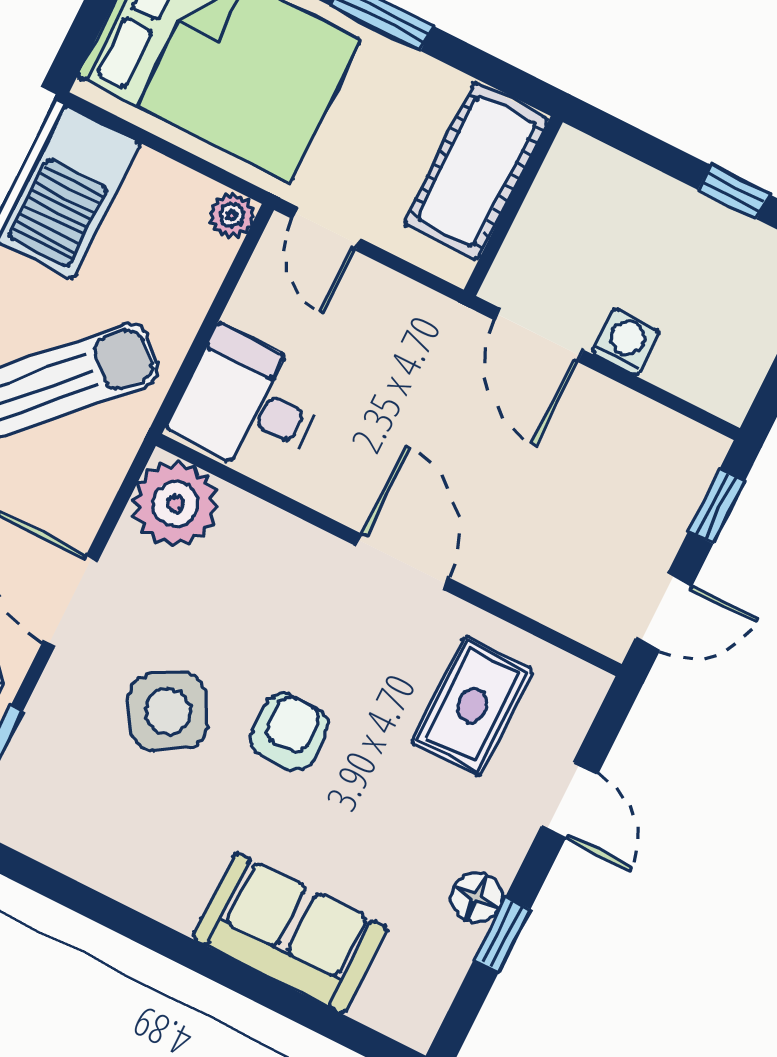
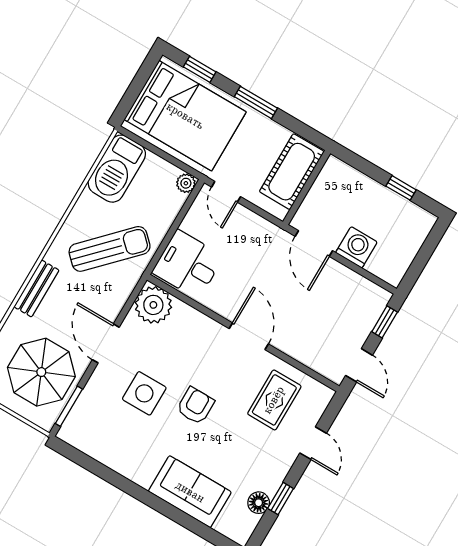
washing machine: (626, 342) -> (356, 247), width x1.38, depth x1.38
door: (664, 612) -> (359, 365), hinge flipped
side table: (168, 711) -> (144, 393), turned 31
floor lamp: (477, 898) -> (259, 503), moved

